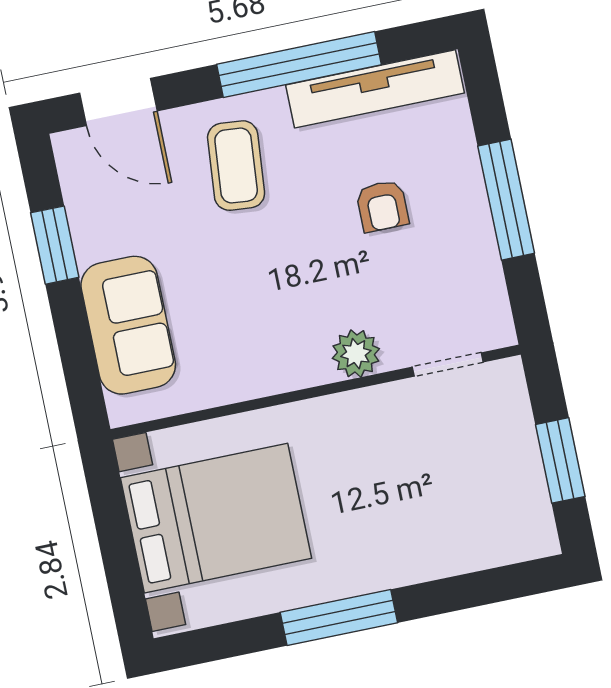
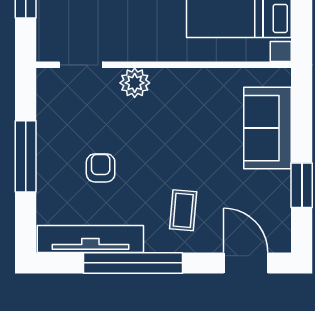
coffee table: (236, 166) -> (183, 210), width x0.73, depth x0.77

